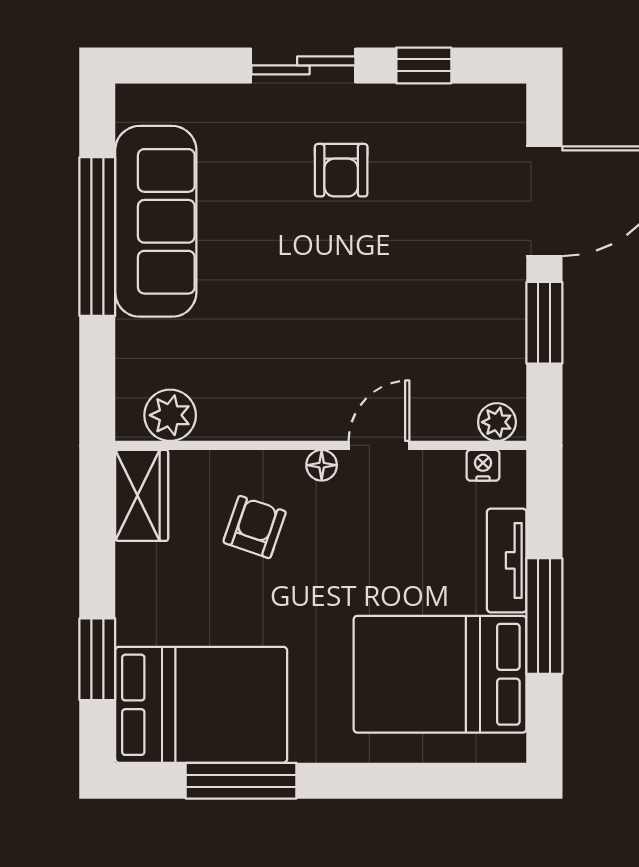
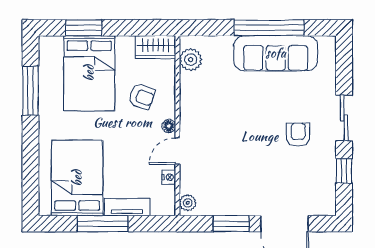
armchair: (341, 170) -> (298, 135), turned 90
door: (379, 445) -> (177, 151), swing flipped
nightstand: (483, 465) -> (169, 177), moved
bed: (201, 705) -> (89, 73), moved

